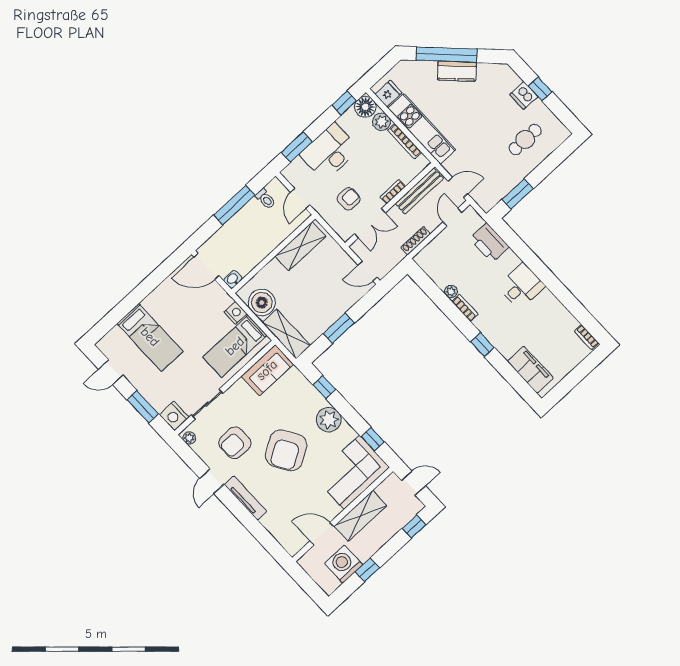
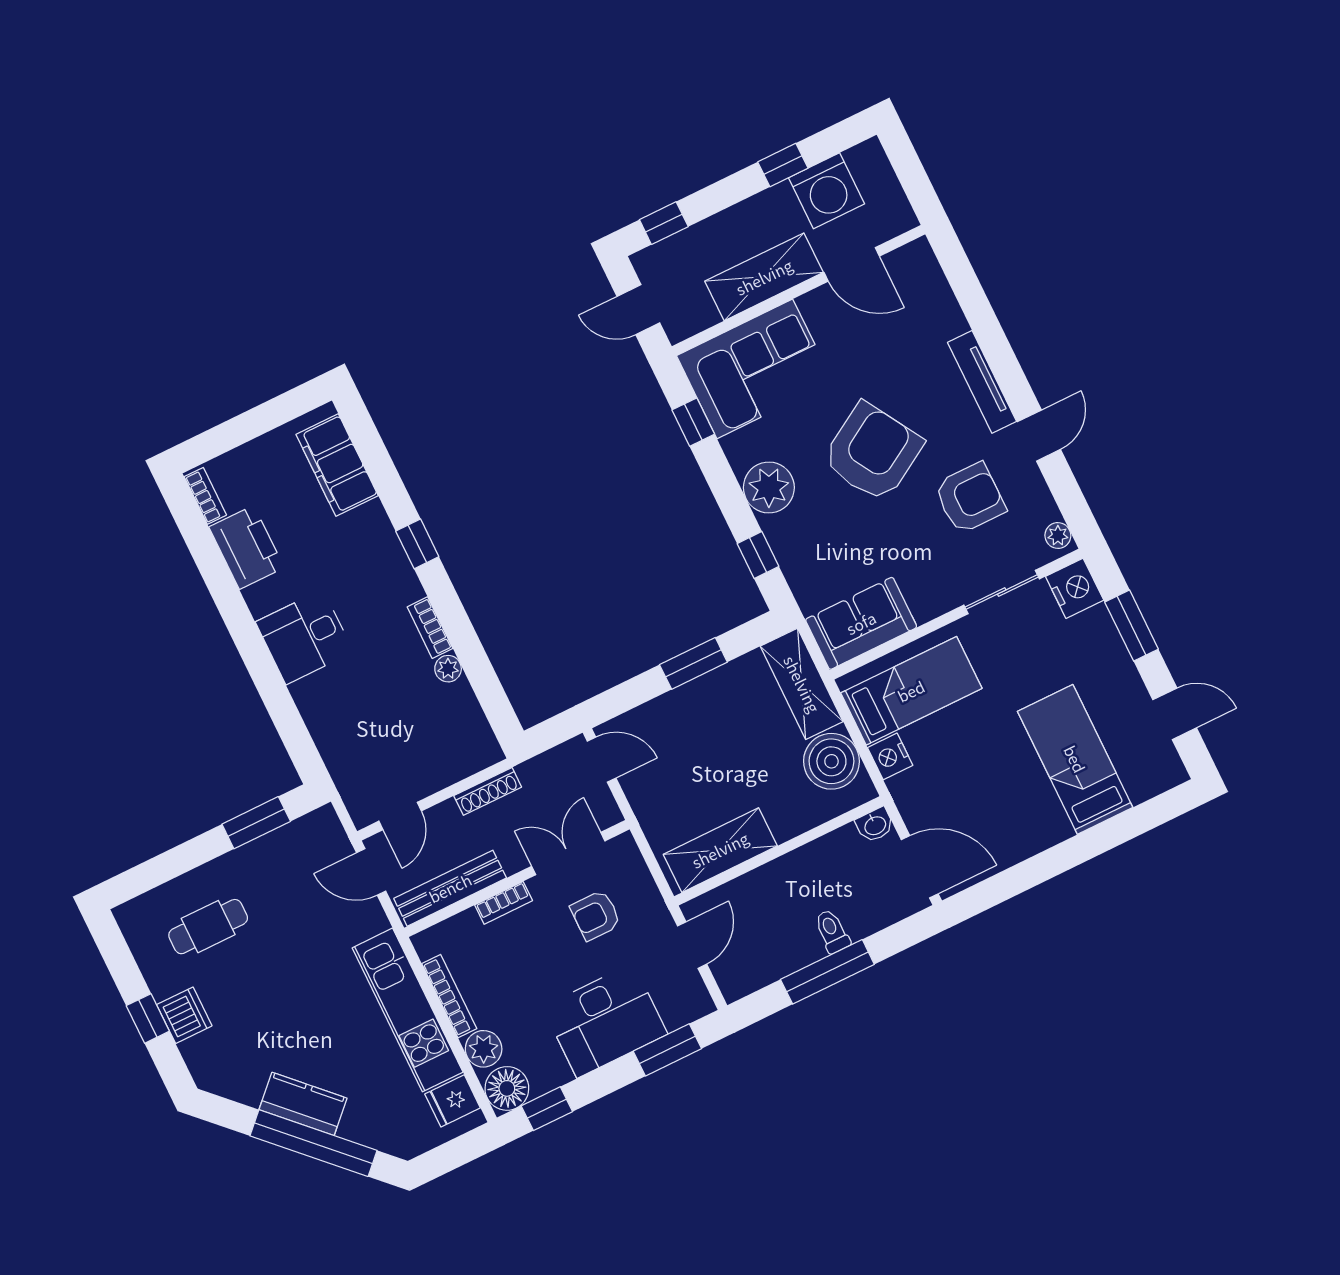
toilet: (265, 199) -> (832, 931), moved
printer: (489, 243) -> (247, 547), moved

